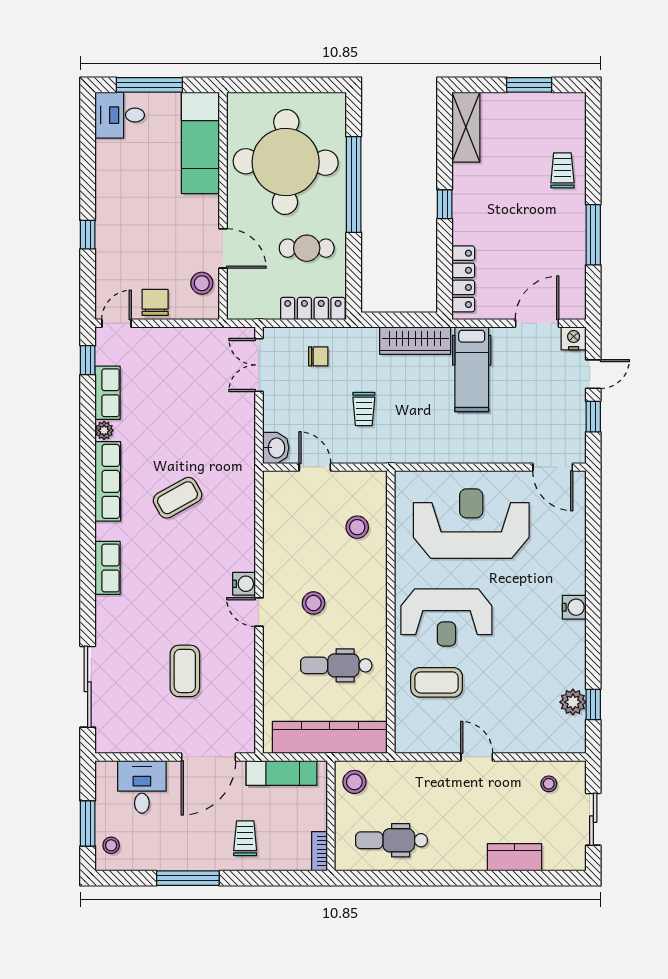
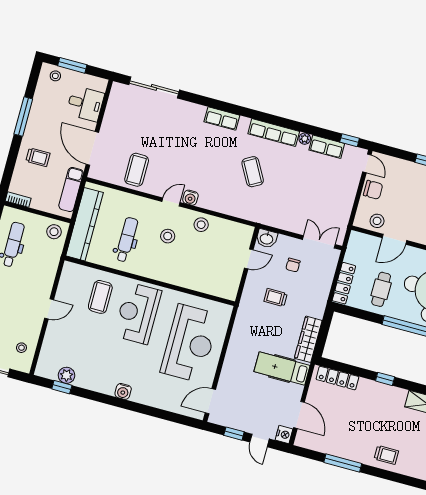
chair: (318, 356) -> (293, 265), moved
stool: (357, 527) -> (201, 225), moved
coffee table: (185, 671) -> (137, 170), moved, turned 90

